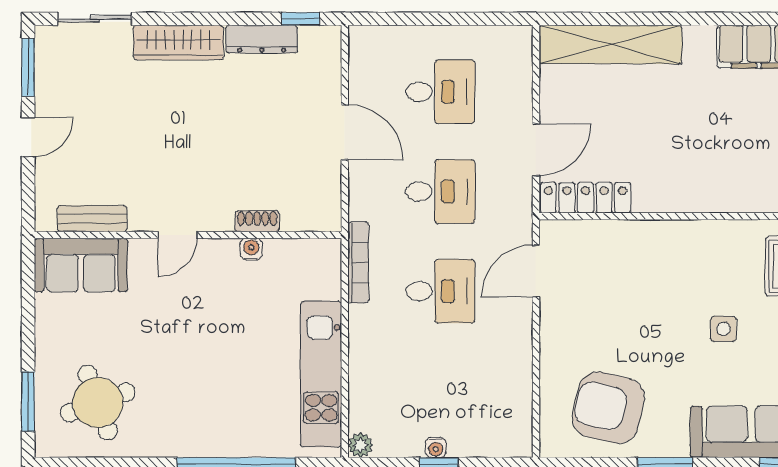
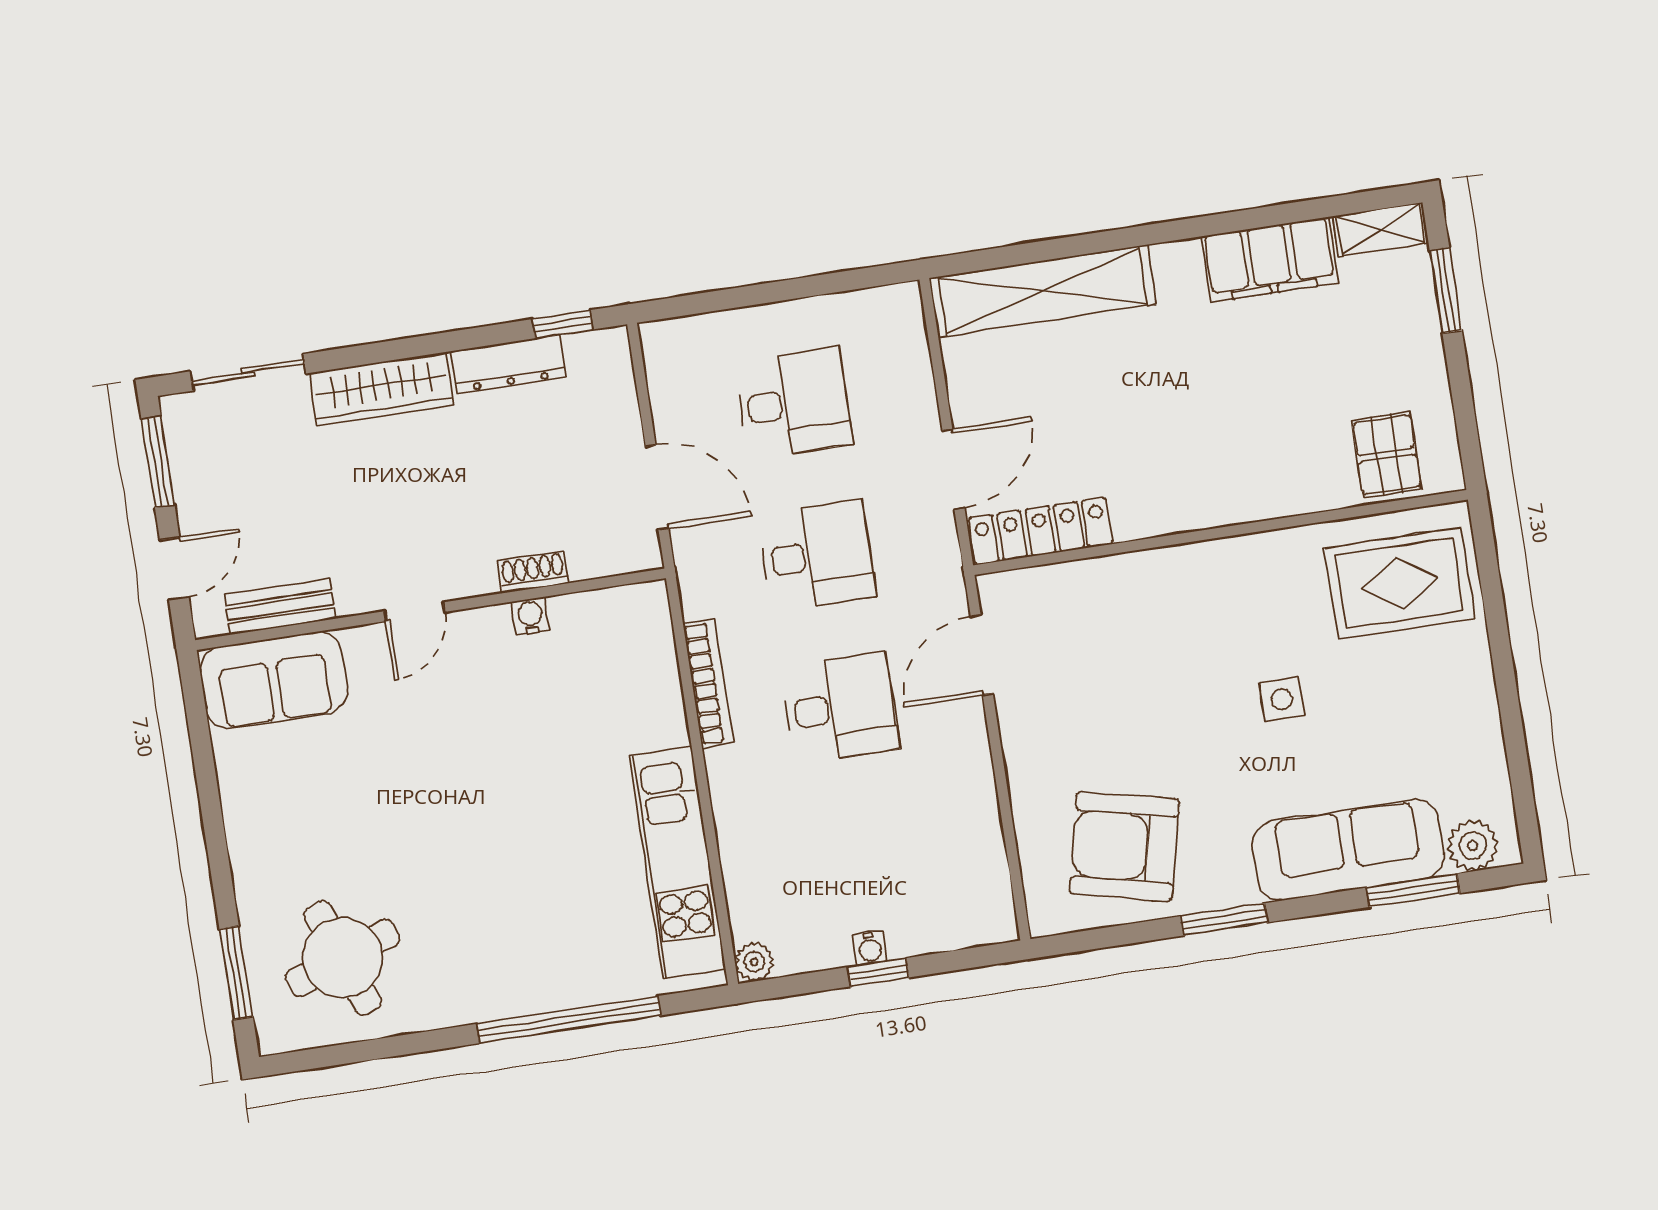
bench: (92, 219) -> (280, 607), moved
shoe rack: (257, 221) -> (533, 572), moved
door: (177, 235) -> (414, 612), moved
wall: (188, 235) -> (431, 609), moved
water cooler: (251, 249) -> (530, 616), moved
sofa: (81, 265) -> (274, 680), moved

